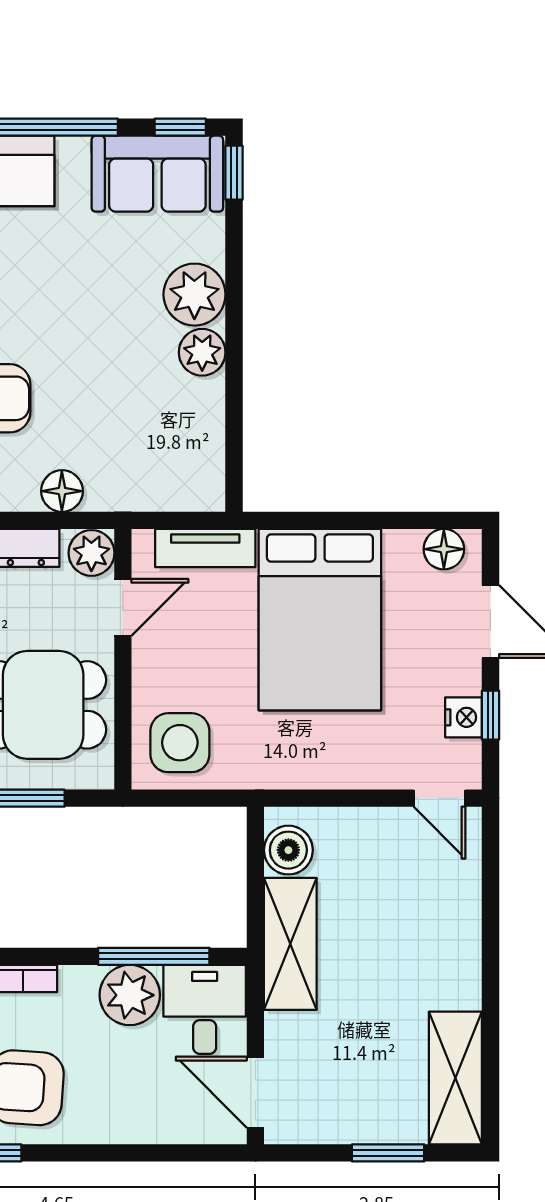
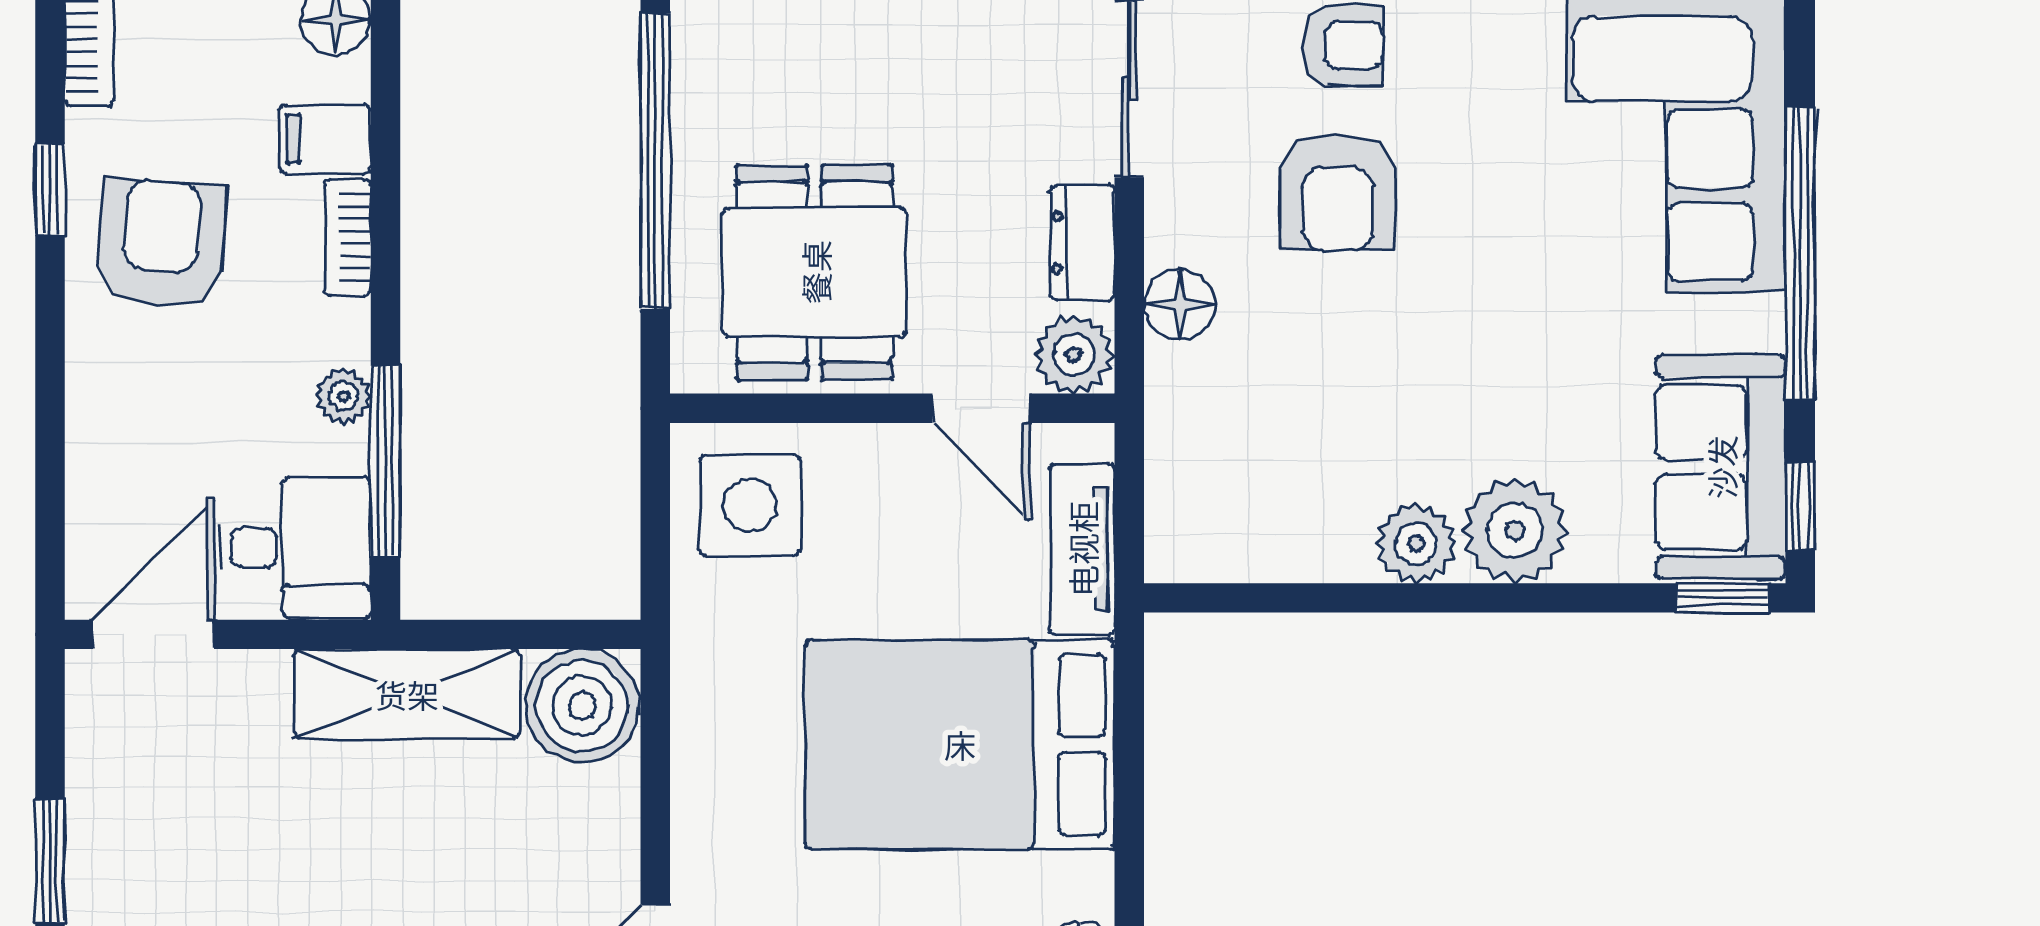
boiler: (288, 850) -> (582, 706), width x1.37, depth x1.37
plant: (130, 995) -> (343, 396), width x0.53, depth x0.53

